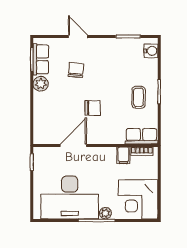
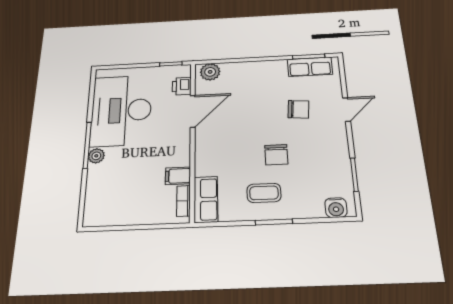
plant: (41, 84) -> (210, 72), moved
chair: (93, 108) -> (276, 155), moved
door: (73, 145) -> (193, 111), hinge flipped
printer: (52, 154) -> (182, 86), added
corner desk: (138, 199) -> (113, 199), removed

